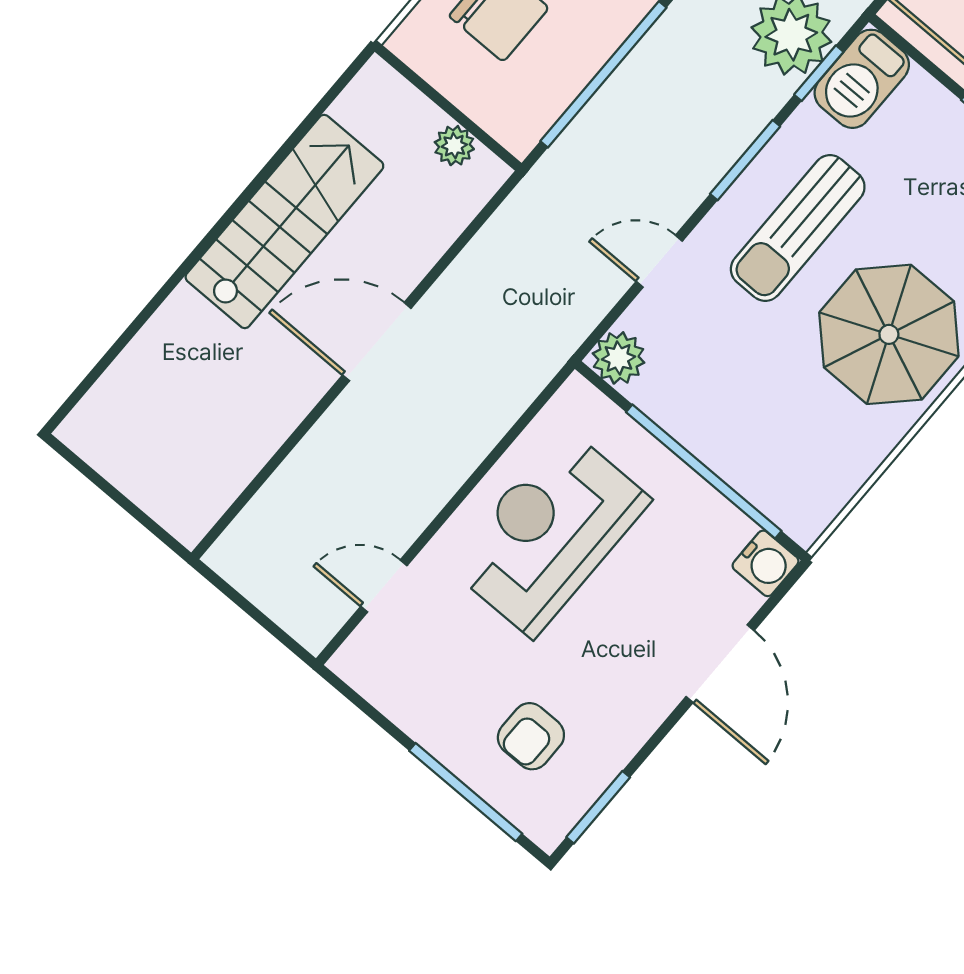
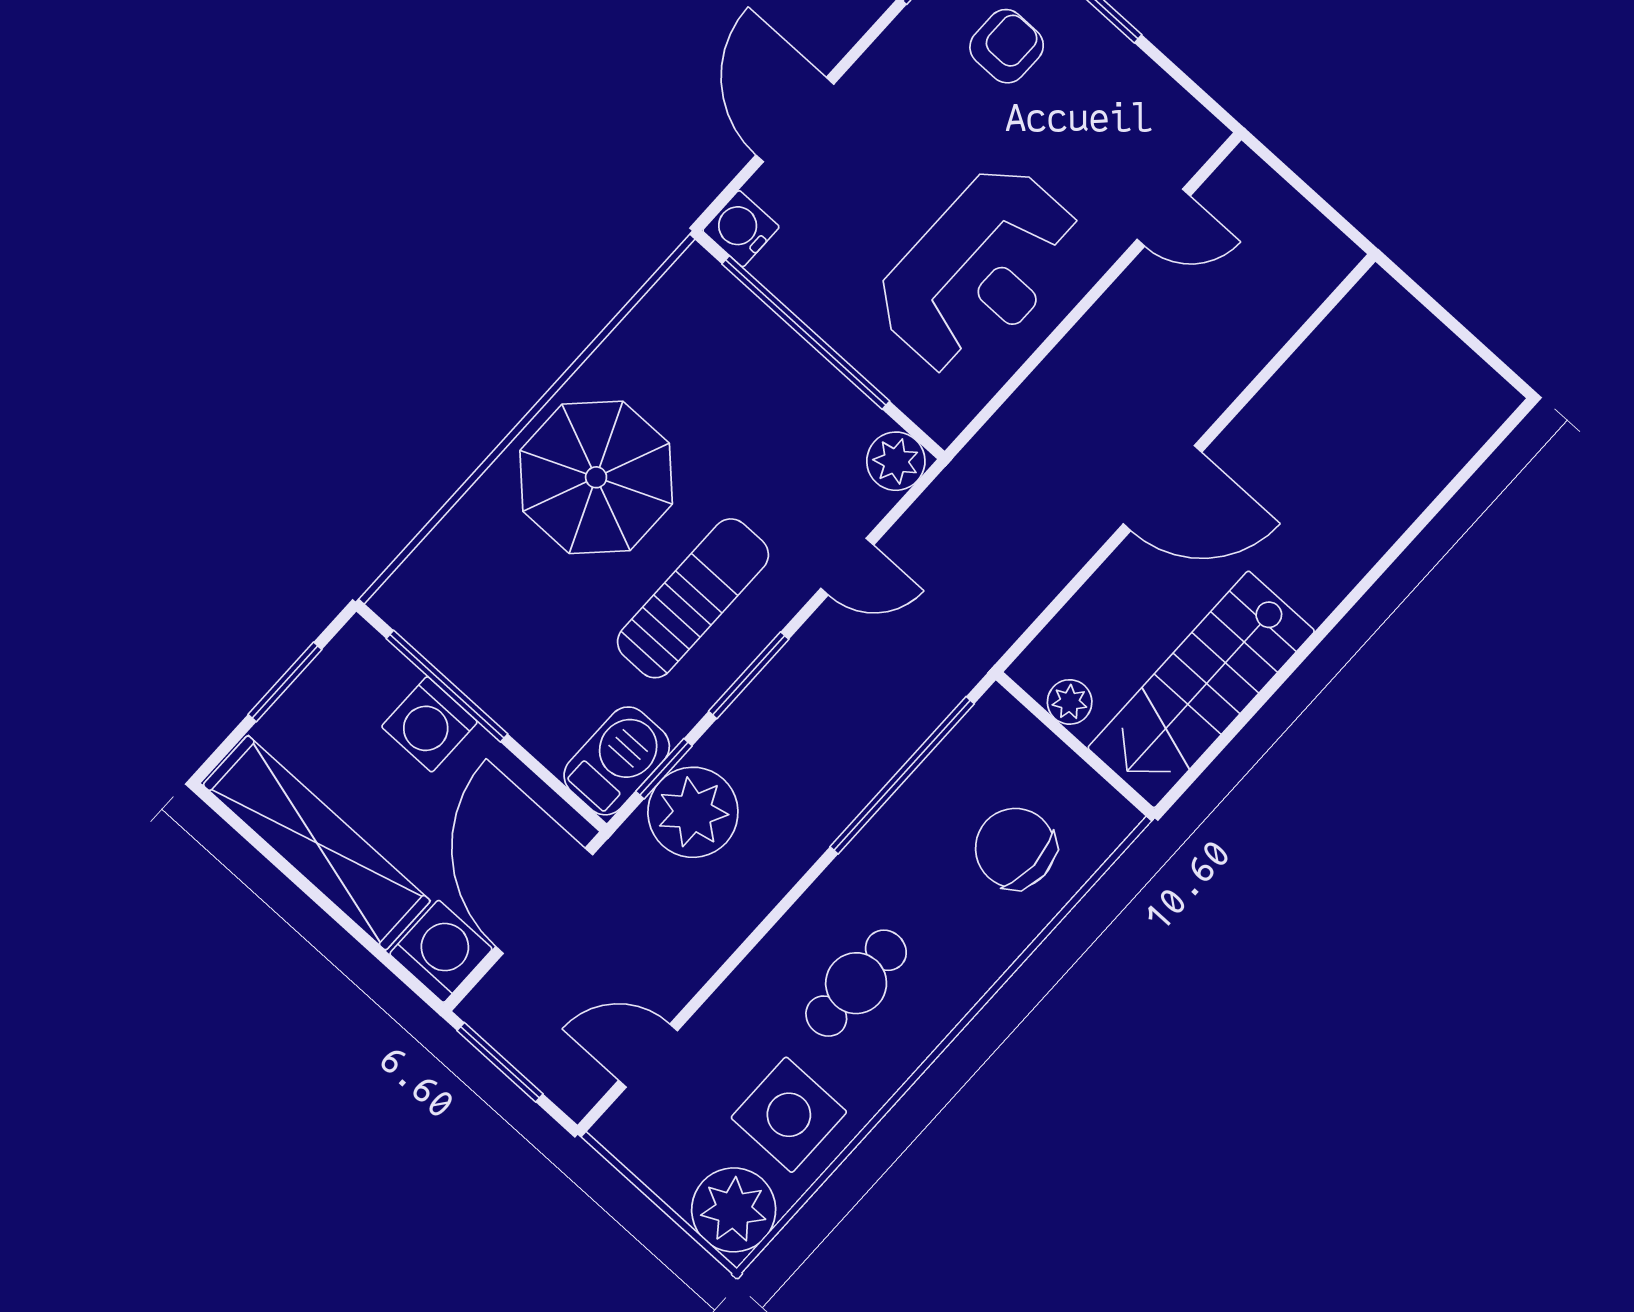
stairs: (284, 222) -> (1201, 689), moved

